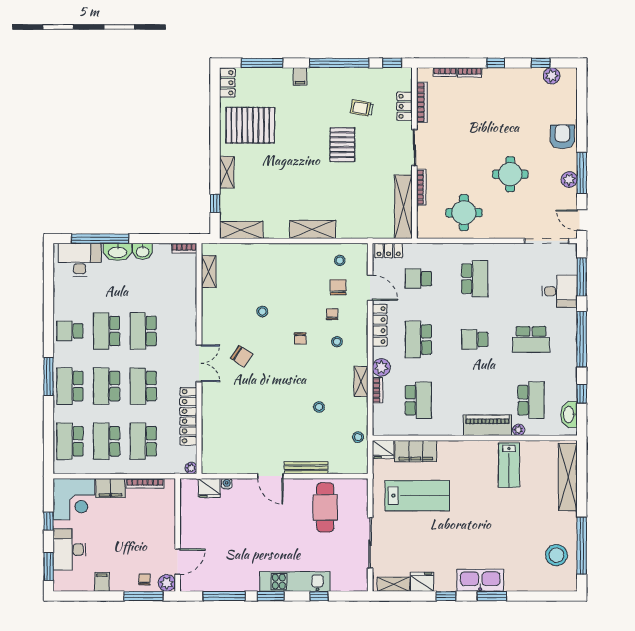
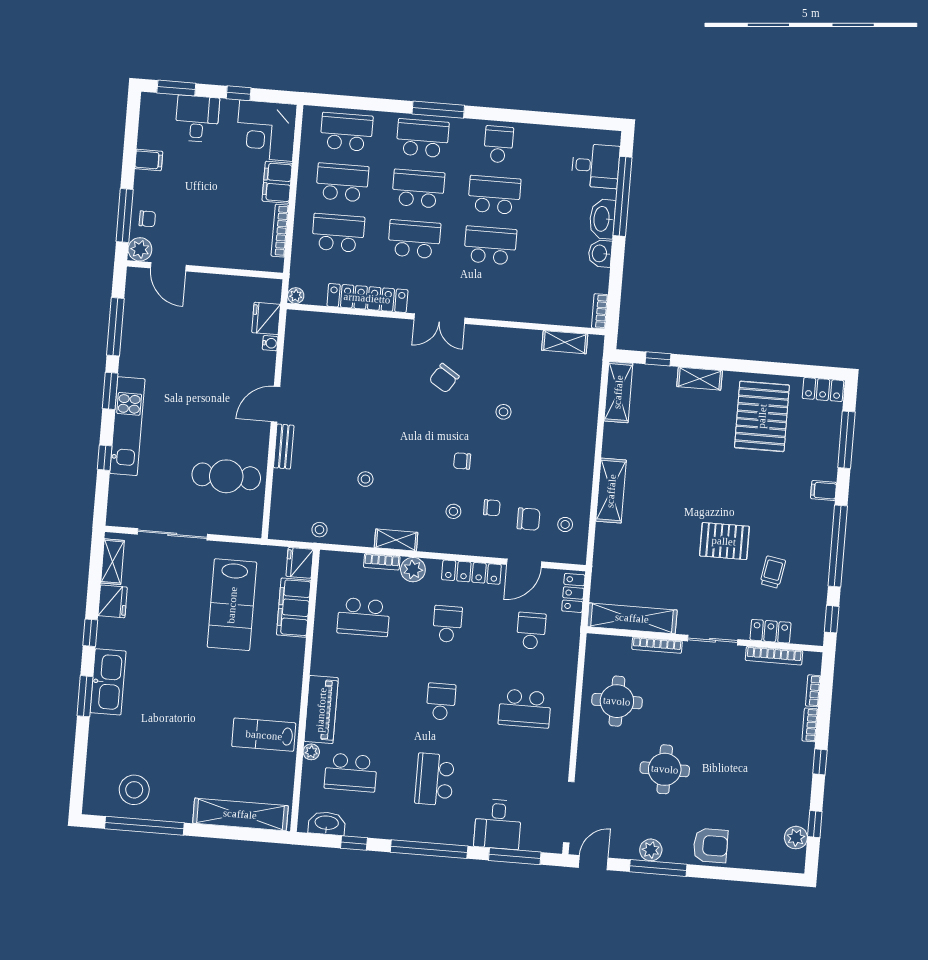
desk: (80, 260) -> (596, 166), width x0.73
school desk: (418, 339) -> (447, 624), width x0.54
bench: (306, 468) -> (284, 446), width x0.73
desk: (69, 549) -> (197, 119), width x0.73

